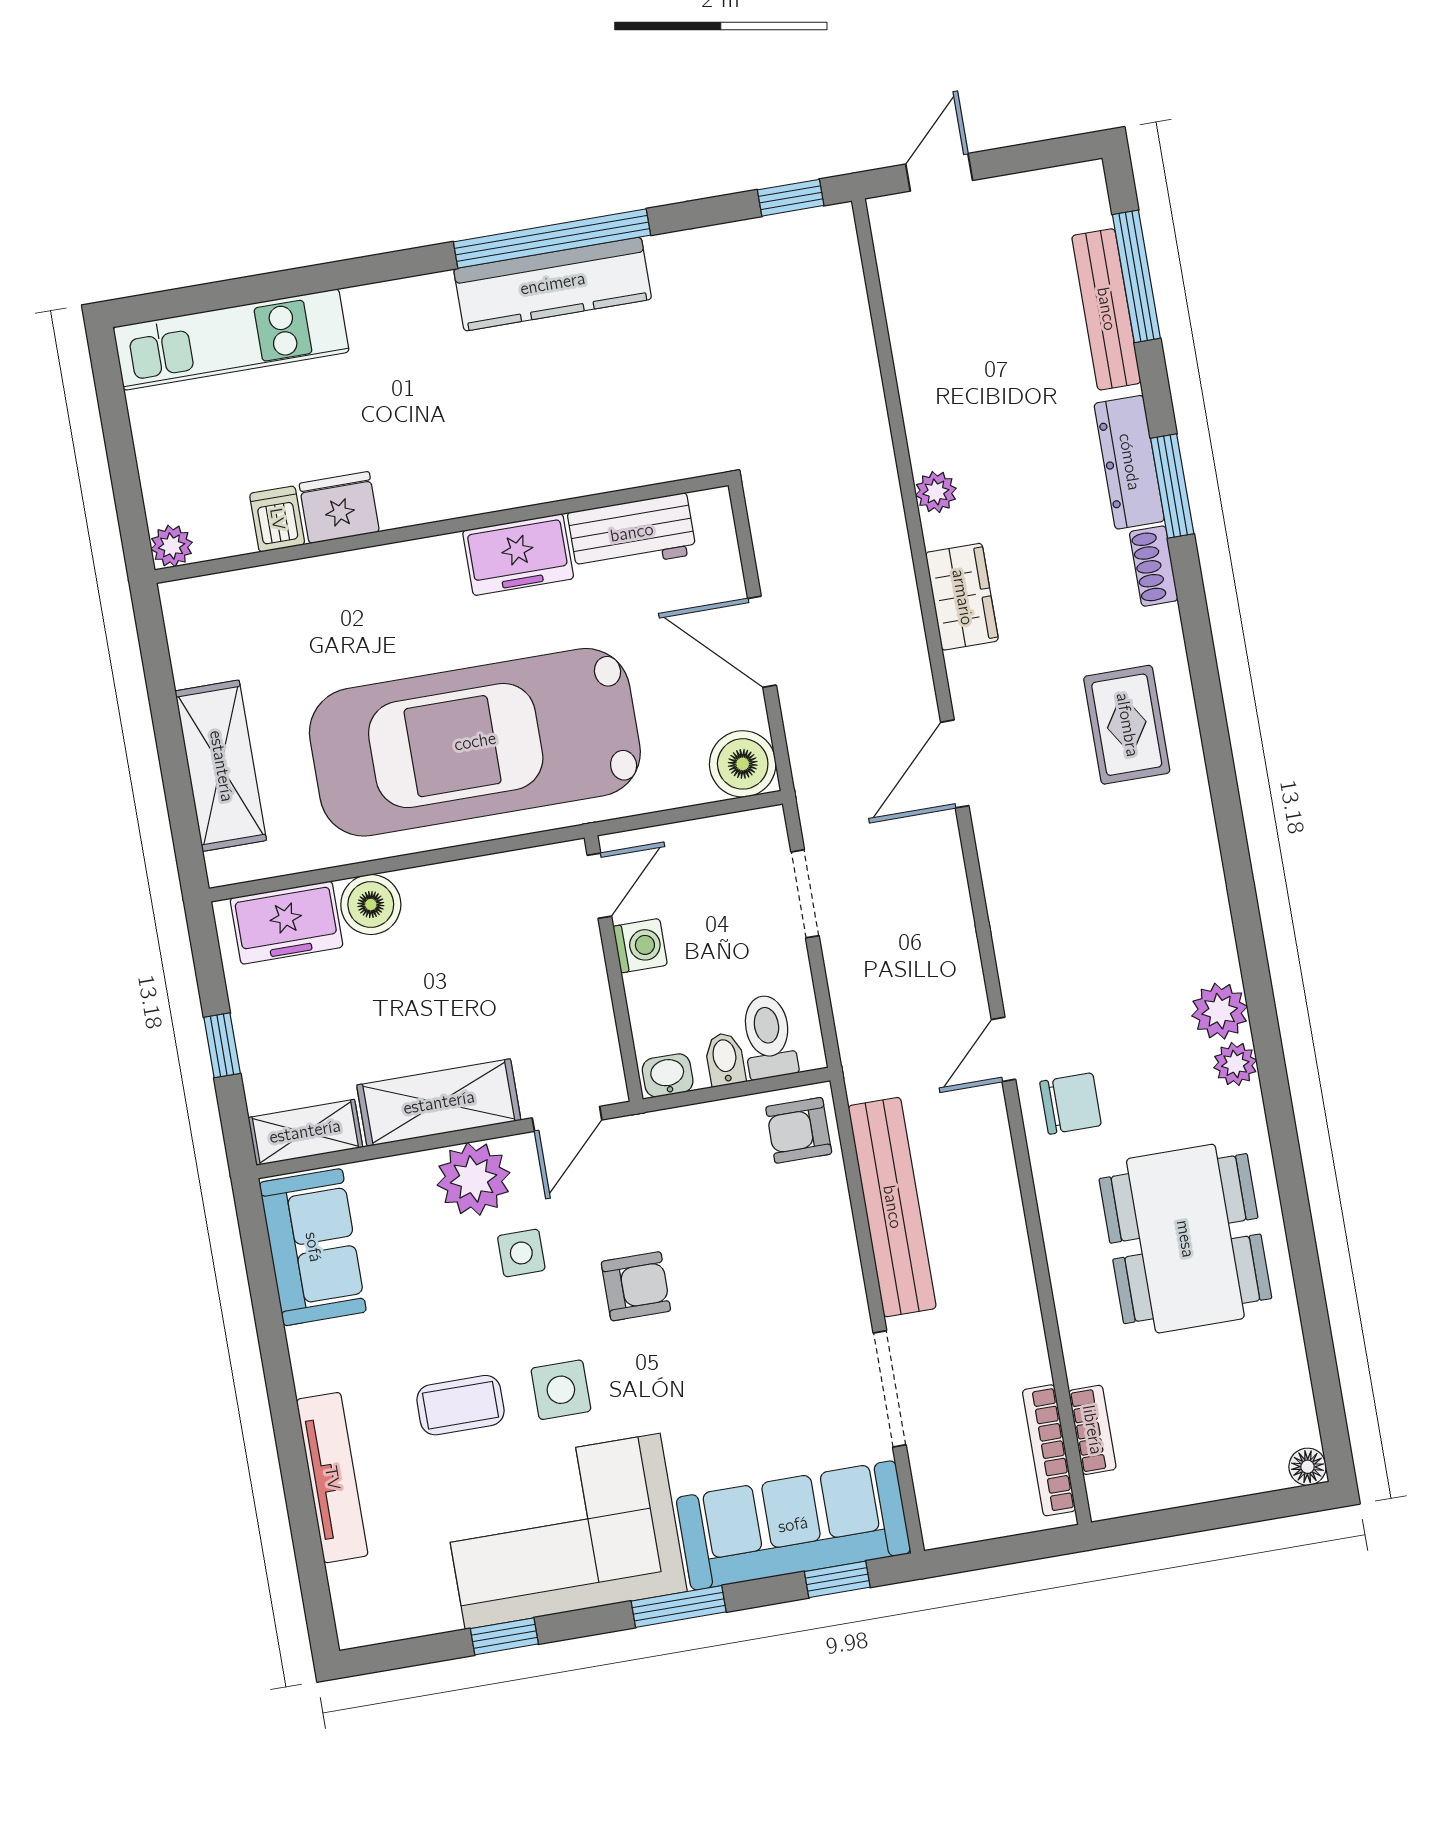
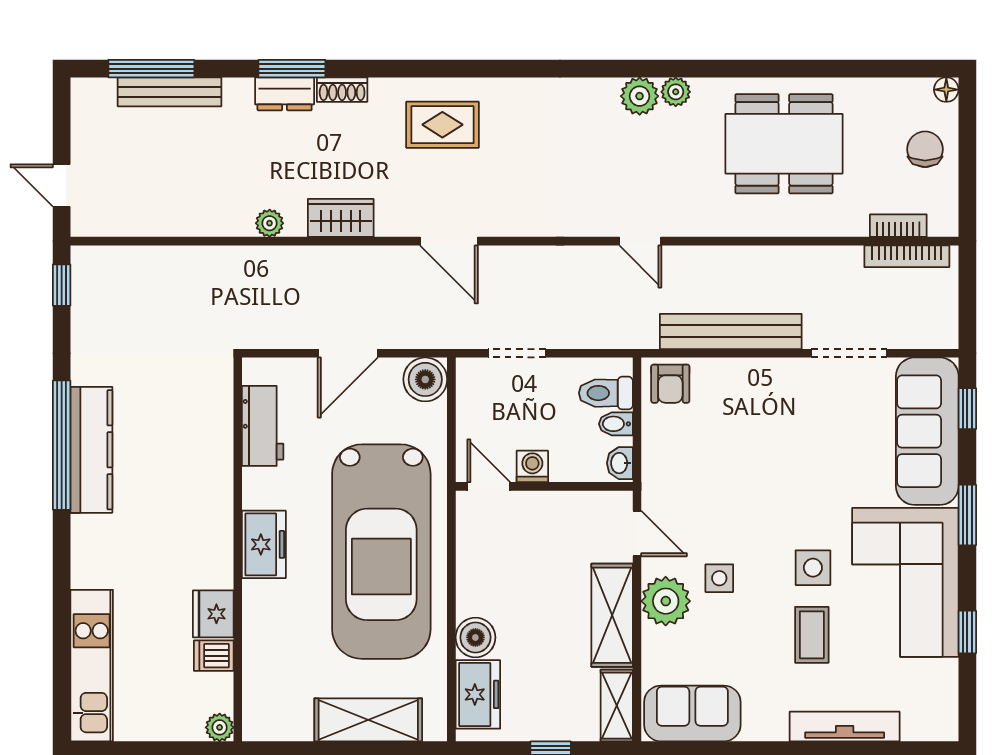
dresser: (1129, 462) -> (285, 94), width x0.70
freezer: (518, 555) -> (264, 544), moved
chair: (1071, 1104) -> (925, 149), moved
armchair: (636, 1286) -> (754, 507), removed

